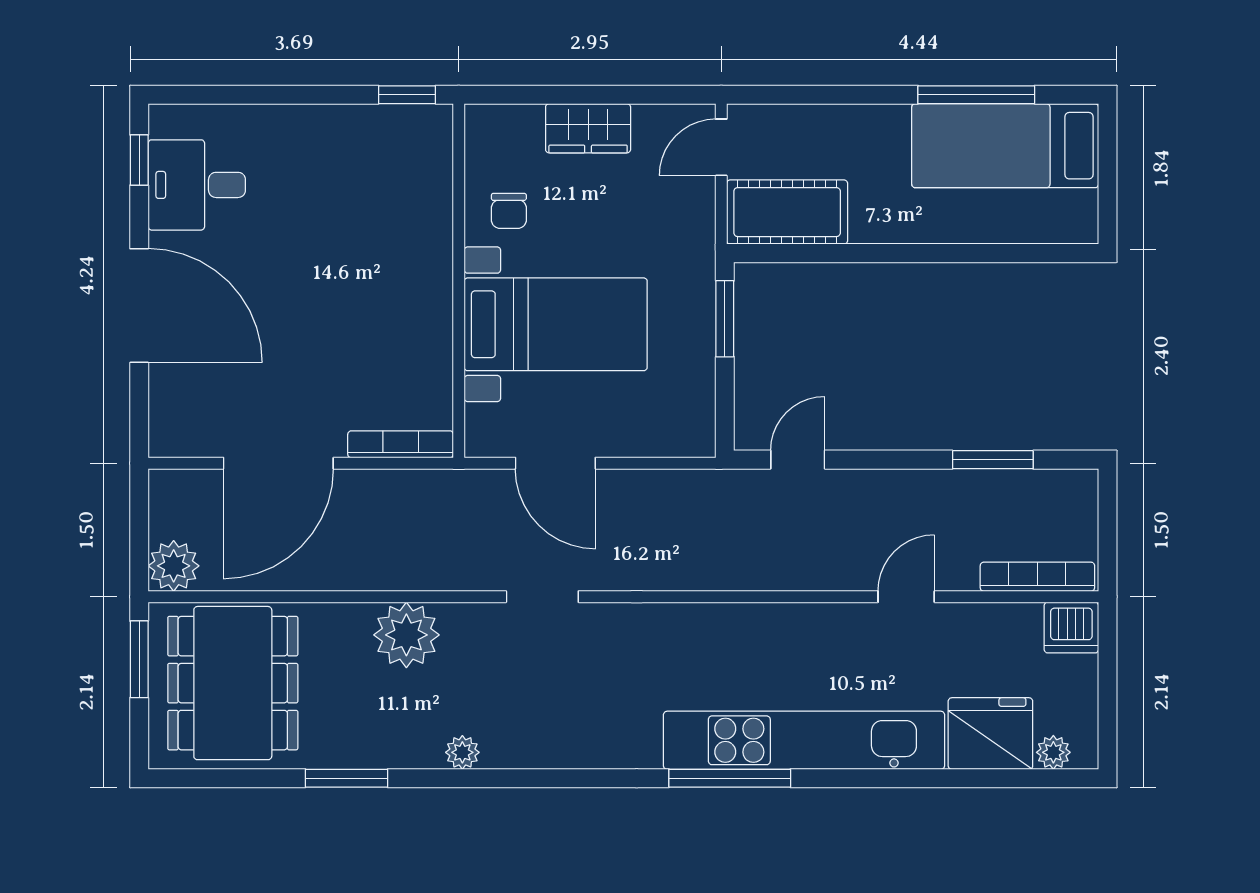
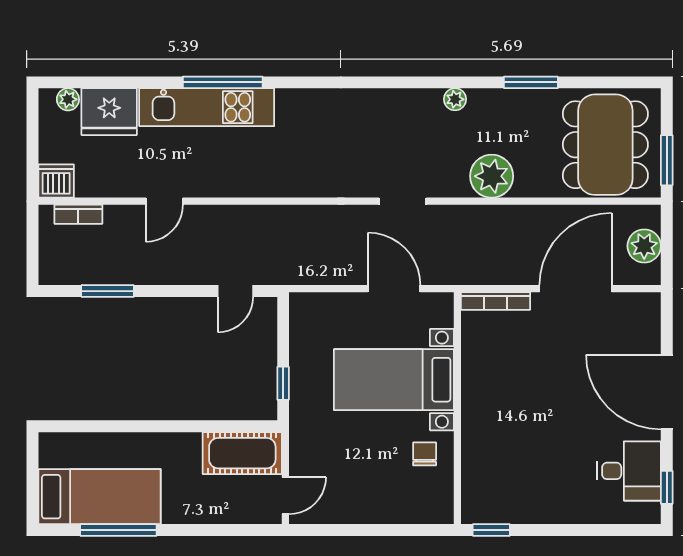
wardrobe: (588, 128) -> (373, 508), removed
window: (725, 319) -> (283, 383), width x0.67
plant: (174, 566) -> (644, 246), moved
bookcase: (1037, 577) -> (78, 214), width x0.64
kitchen unit: (804, 740) -> (207, 107), width x0.73
window: (730, 778) -> (223, 82), moved

